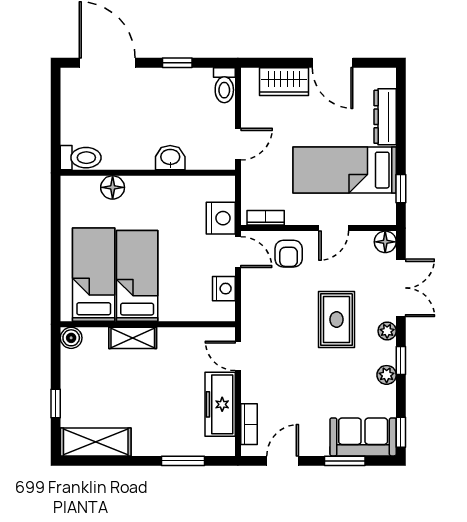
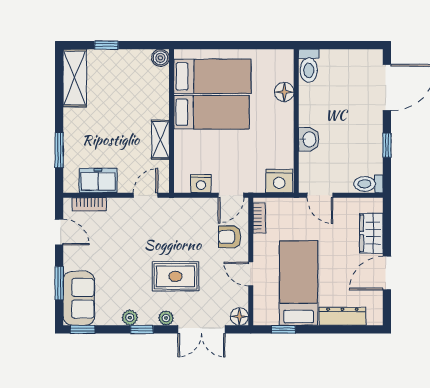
nightstand: (221, 218) -> (279, 181), moved
shelving: (133, 338) -> (160, 140), moved
freezer: (220, 404) -> (98, 180), width x0.71

